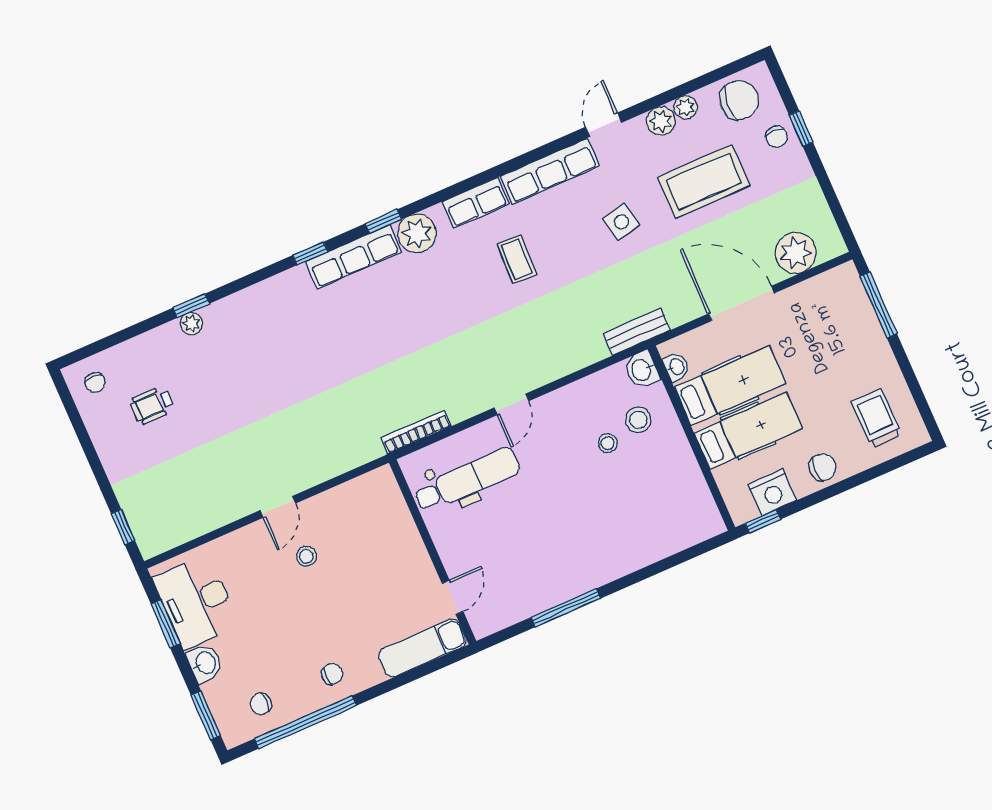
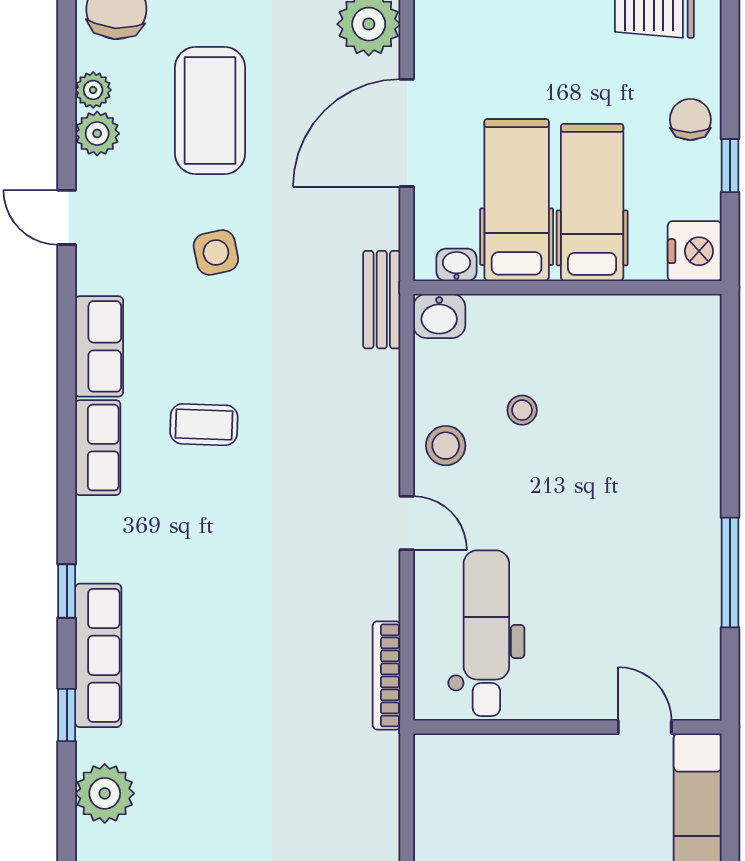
row of seats: (550, 171) -> (99, 346), width x0.68
plant: (417, 233) -> (105, 793), moved
stool: (638, 420) -> (446, 446), moved
nightstand: (772, 492) -> (695, 251), moved
window: (763, 521) -> (730, 166), moved

